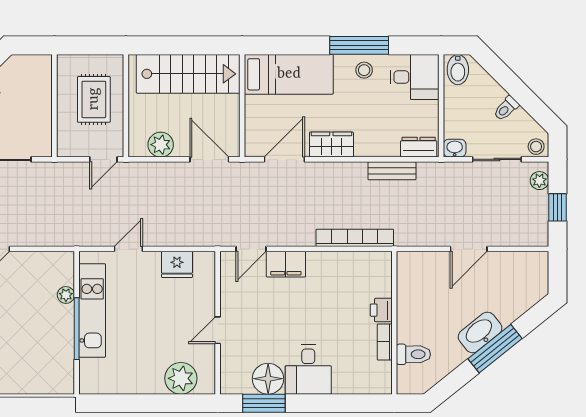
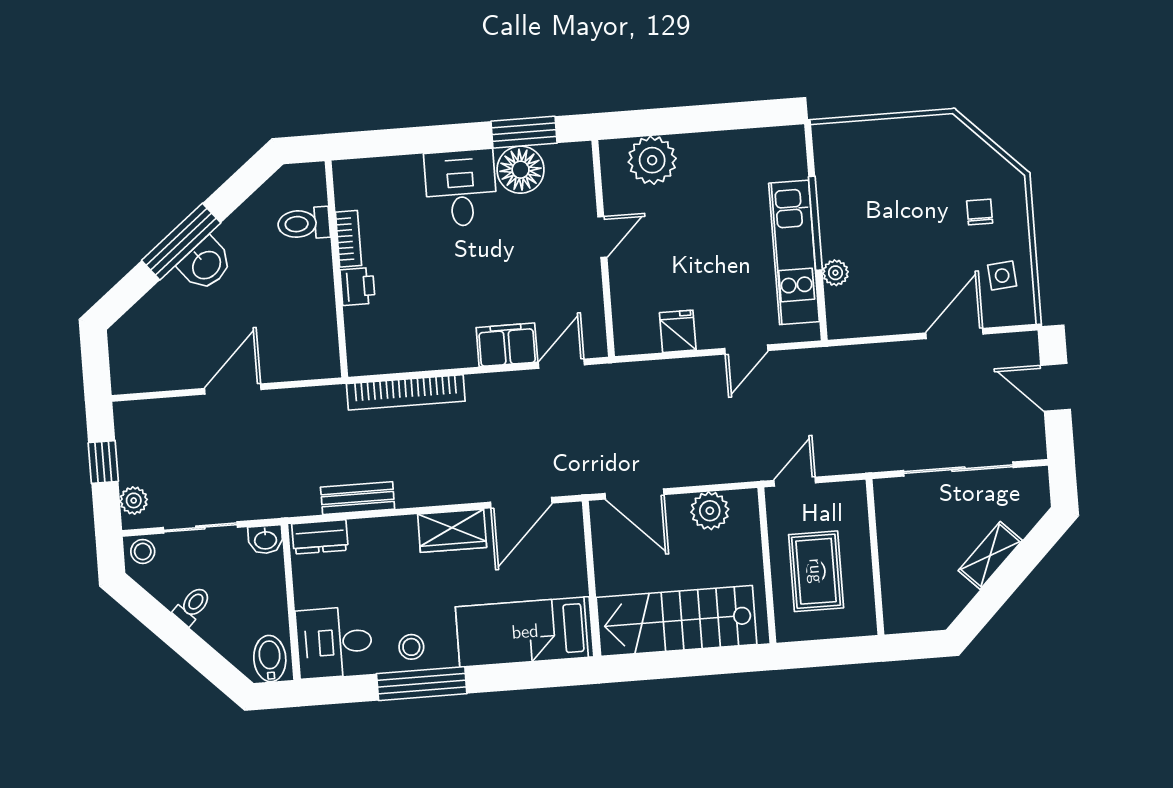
fridge: (177, 264) -> (678, 331), width x0.72
washbasin: (480, 332) -> (206, 264), width x0.72

